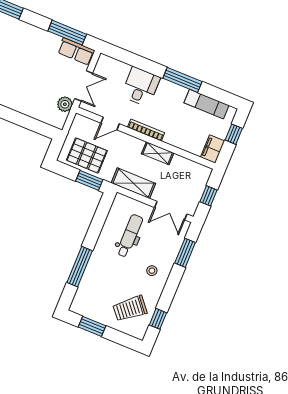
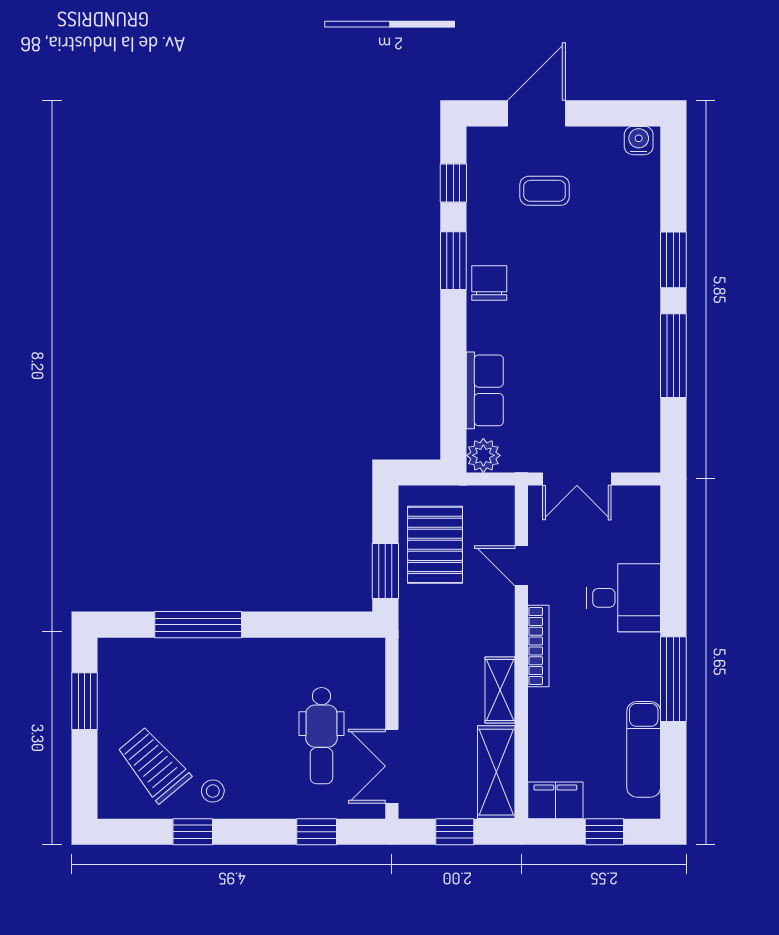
window: (67, 33) -> (673, 356), moved
row of seats: (76, 51) -> (485, 390), moved, turned 180
plant: (65, 104) -> (483, 455), moved
shelving: (133, 183) -> (496, 772), moved
dental chair: (130, 236) -> (321, 736), moved, turned 90
window: (185, 253) -> (317, 832), width x0.67
stool: (152, 271) -> (213, 791), moved
window: (158, 319) -> (193, 832), moved

